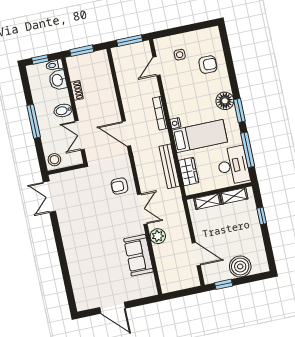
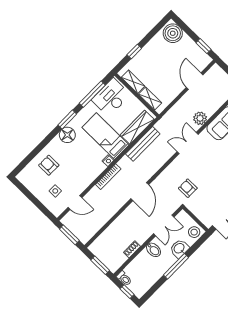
washbasin: (58, 80) -> (179, 249), moved, turned 180
wardrobe: (189, 171) -> (137, 127), width x1.50
armchair: (119, 186) -> (188, 188), moved, turned 180
boiler: (240, 266) -> (173, 33), moved

